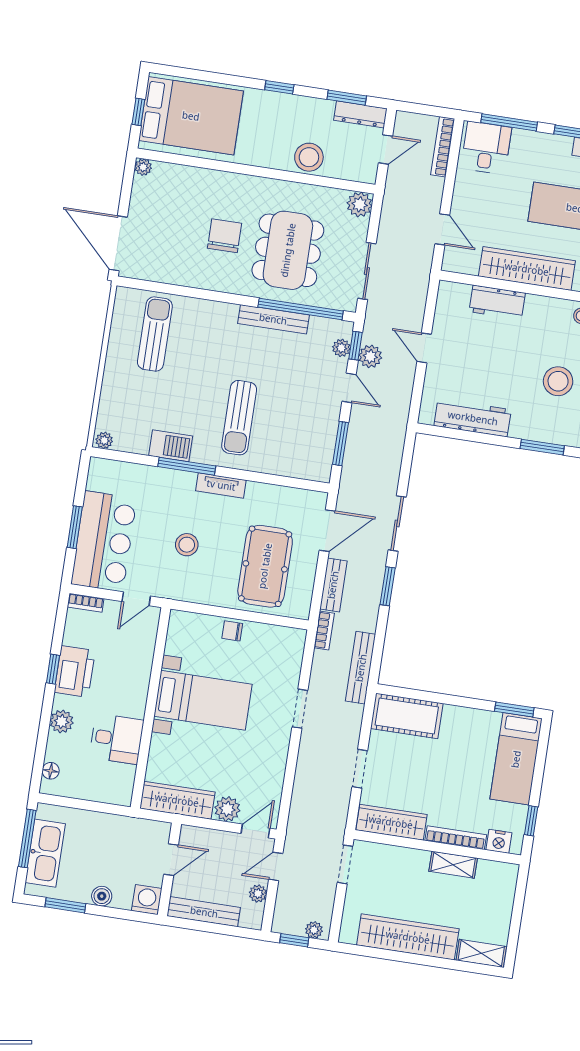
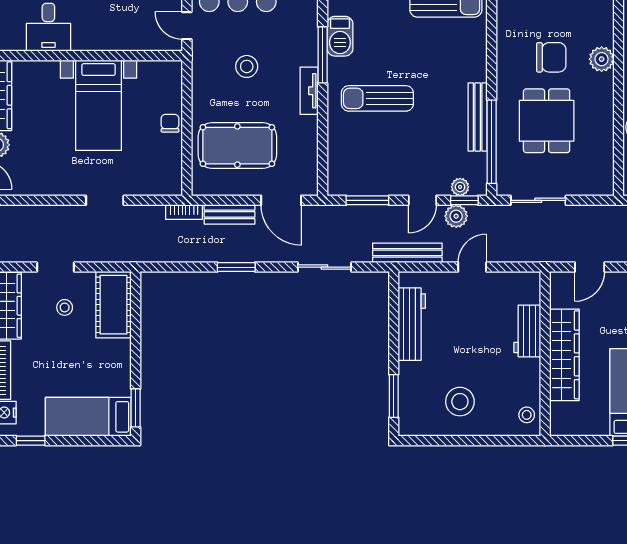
plant: (360, 204) -> (602, 59), moved
dining table: (288, 250) -> (547, 121), width x0.73
sliding door: (397, 523) -> (324, 267), moved
bench: (361, 668) -> (407, 253), moved
stool: (402, 766) -> (65, 307), added

